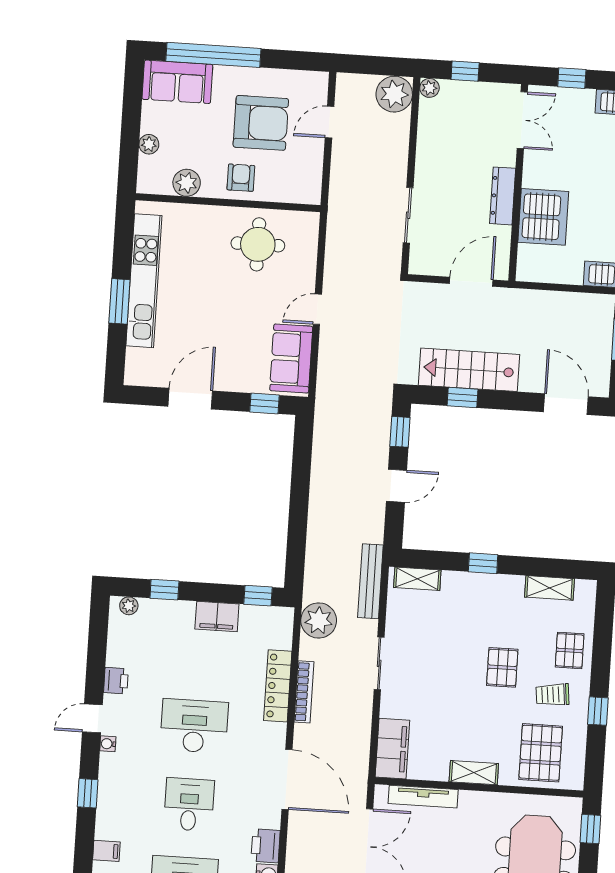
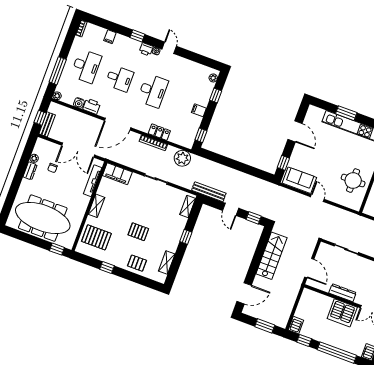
server rack: (543, 217) -> (342, 313), moved
window: (462, 398) -> (260, 249), removed
bench: (370, 581) -> (209, 192), moved
filing cabinet: (217, 616) -> (199, 110), width x0.50
printer: (116, 681) -> (146, 49), moved
locker: (278, 686) -> (159, 132), width x0.66
trolley: (553, 695) -> (120, 250), removed

